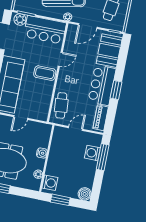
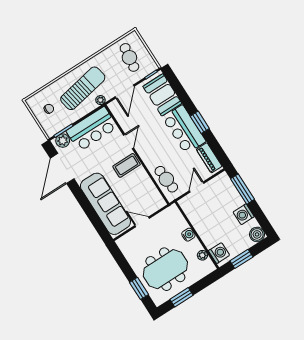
door: (21, 117) -> (142, 222), swing flipped
washing machine: (92, 153) -> (244, 214), moved

